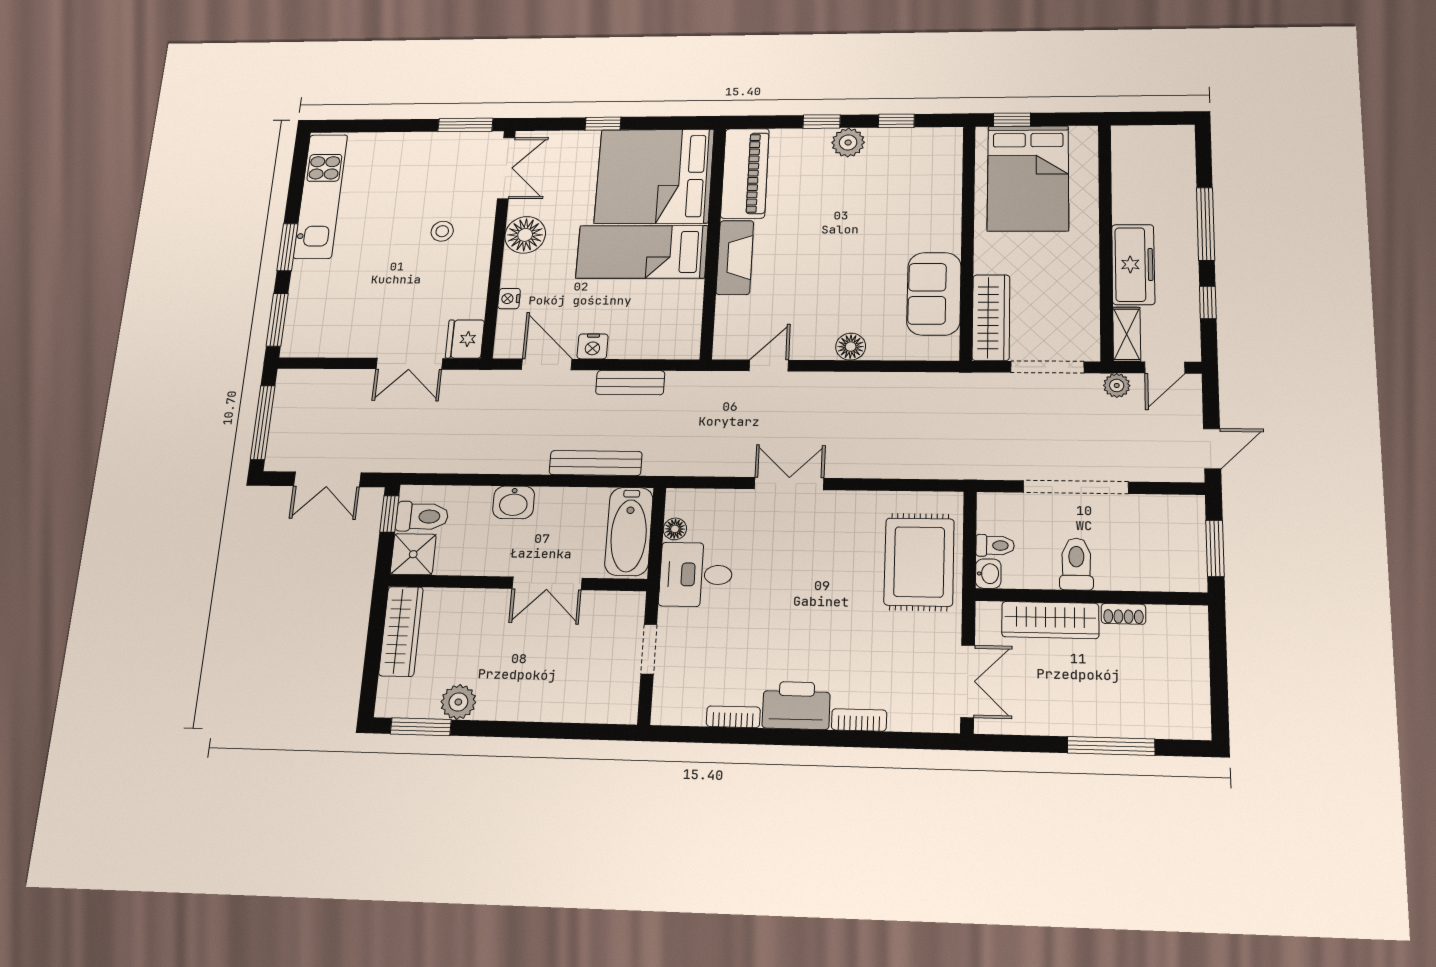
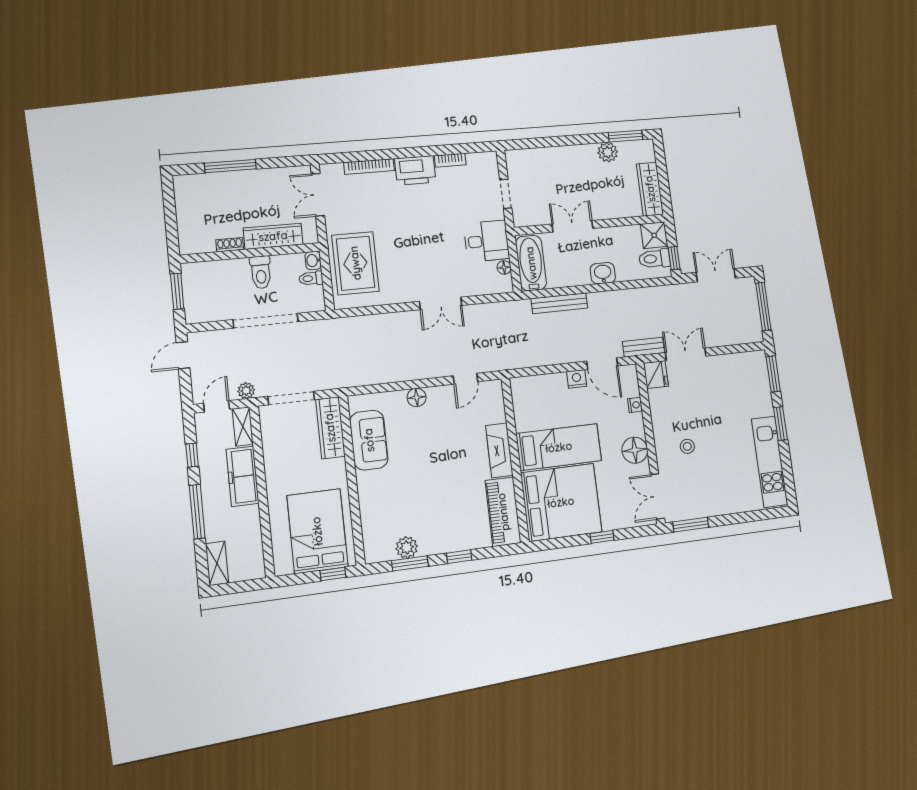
window: (896, 121) -> (410, 563), width x1.50
plant: (848, 143) -> (407, 547), moved
shelving: (1181, 152) -> (217, 563), added
bench: (630, 383) -> (644, 347), moved
bookcase: (859, 720) -> (369, 167), width x1.56

